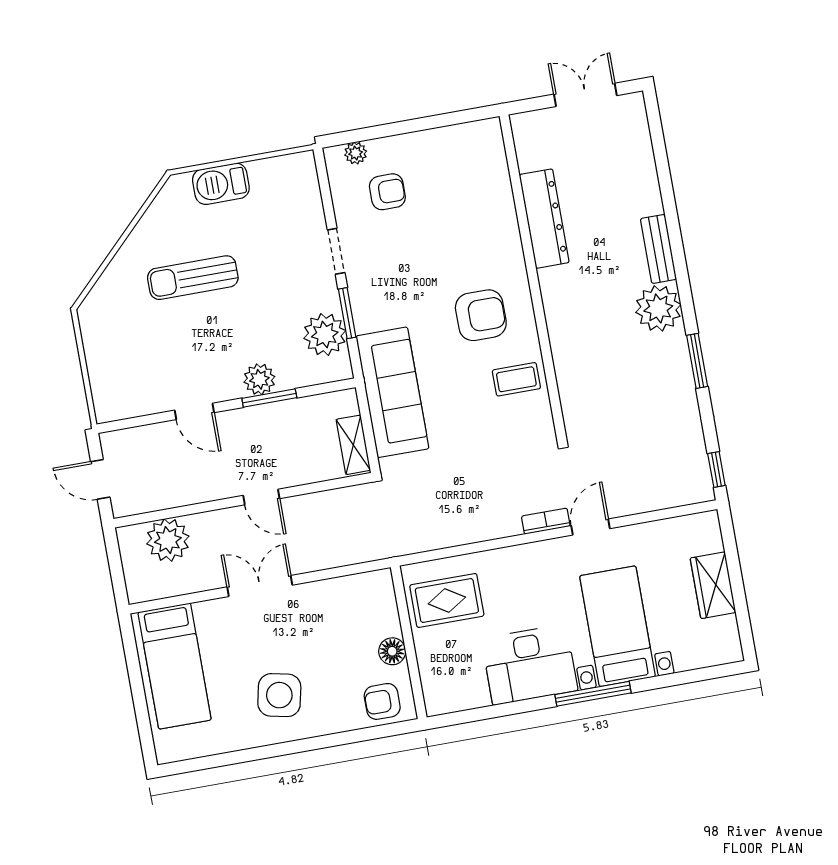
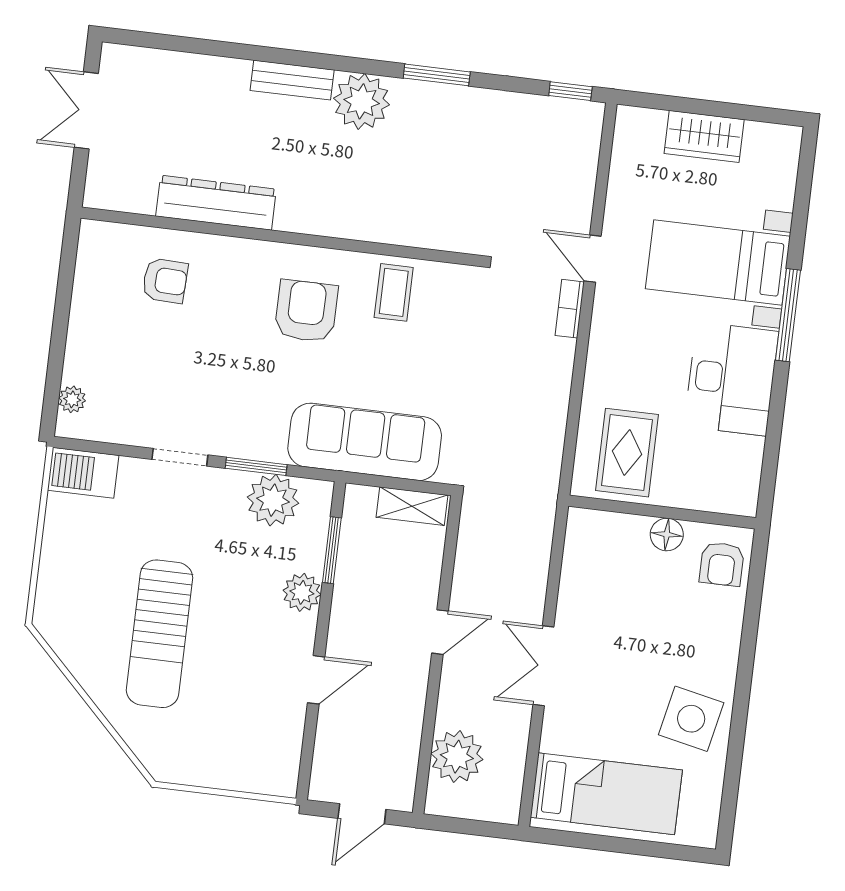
barbecue: (221, 184) -> (83, 473), moved, turned 90
armchair: (387, 192) -> (165, 281), moved, turned 92
sun lounger: (193, 278) -> (159, 634), width x1.36, depth x1.34
window: (269, 398) -> (332, 550), moved
side table: (279, 695) -> (691, 719), moved

